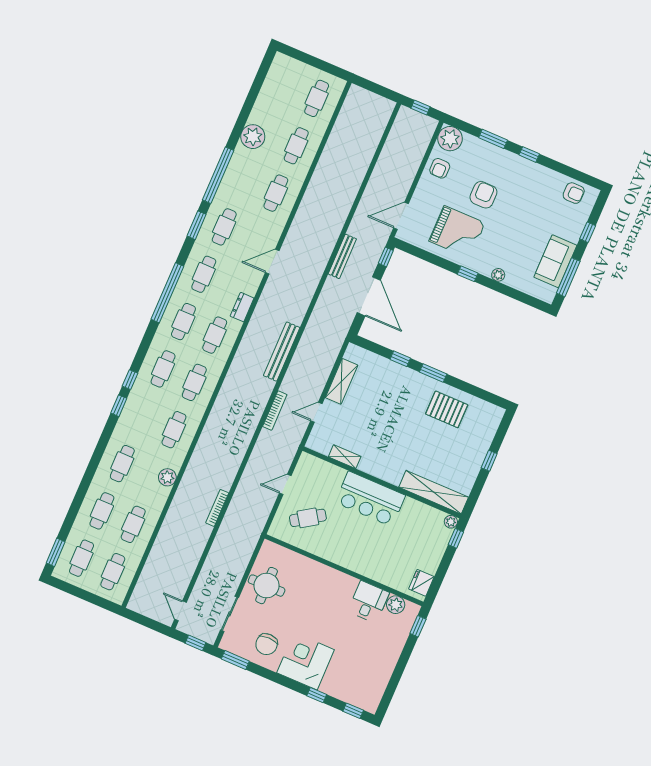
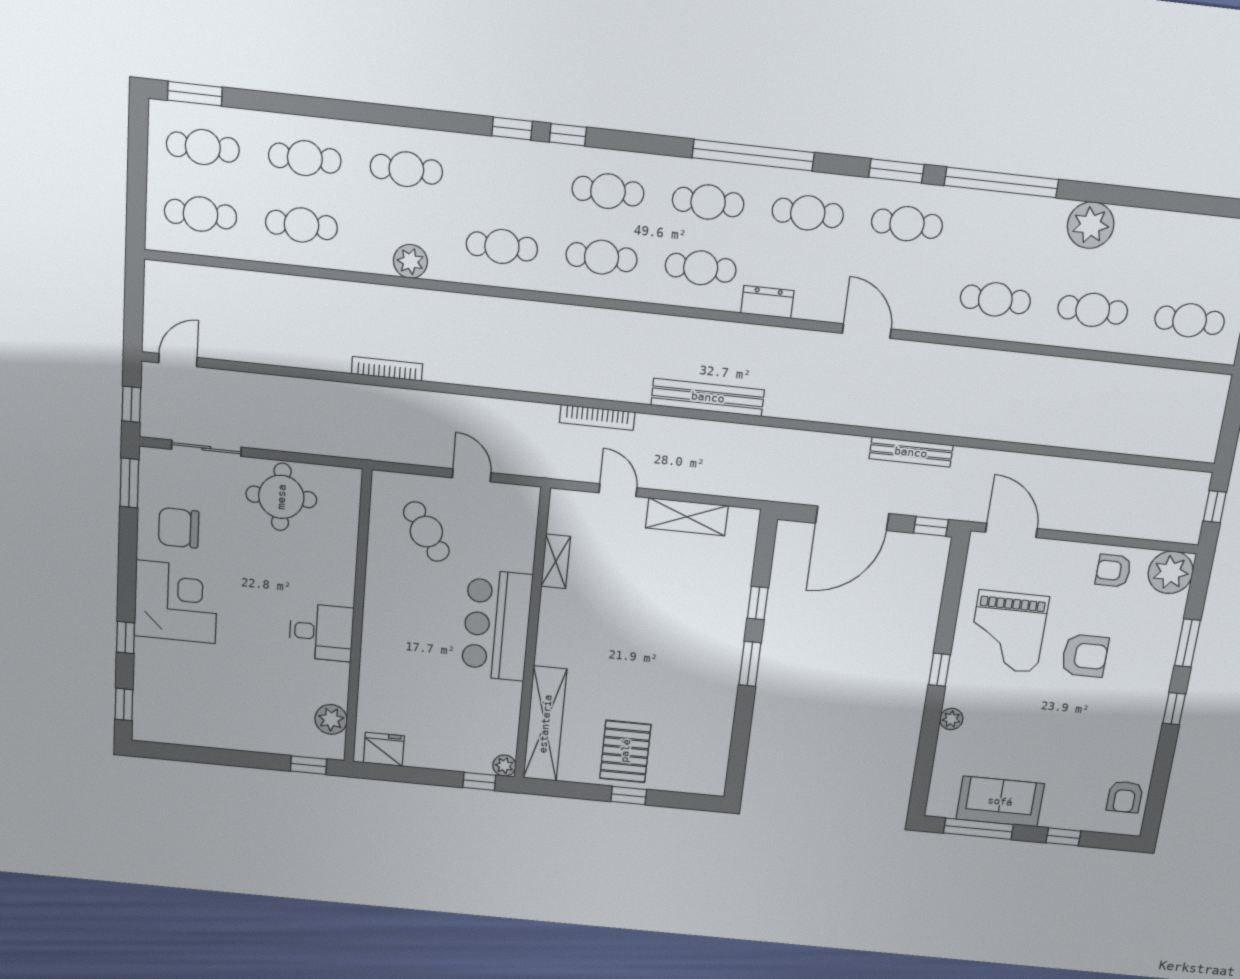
pallet: (447, 409) -> (625, 751), moved
desk: (369, 602) -> (321, 632), moved

